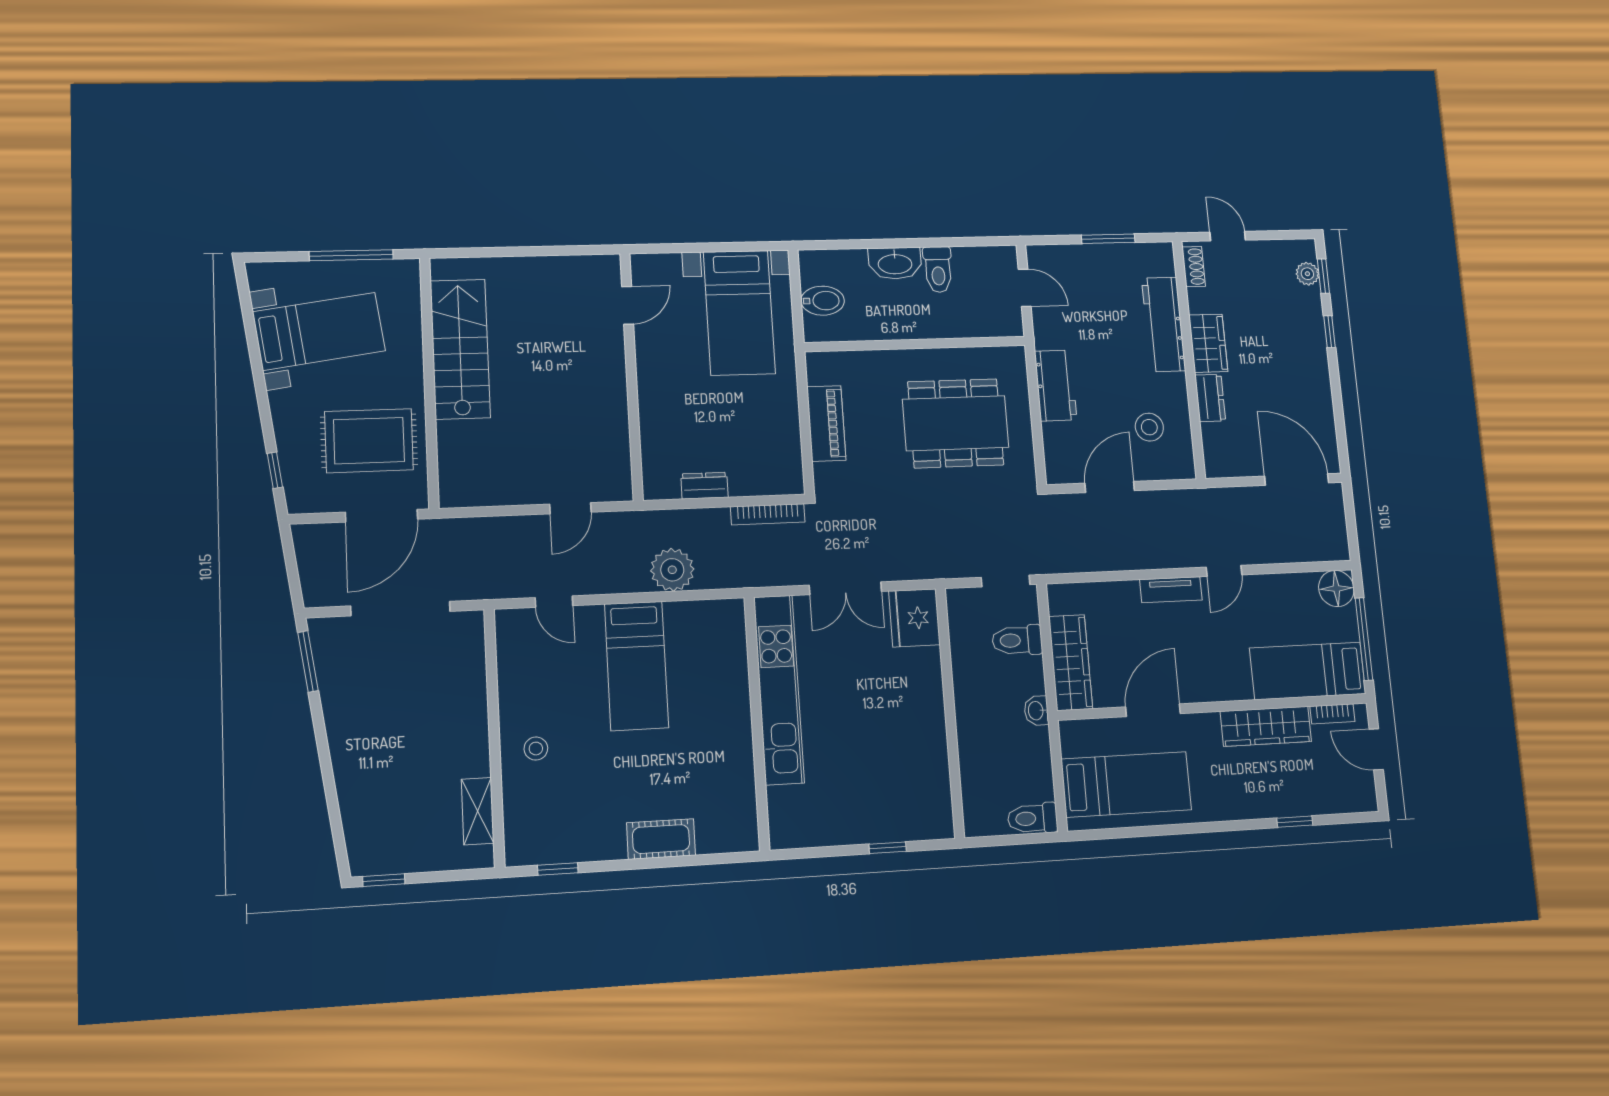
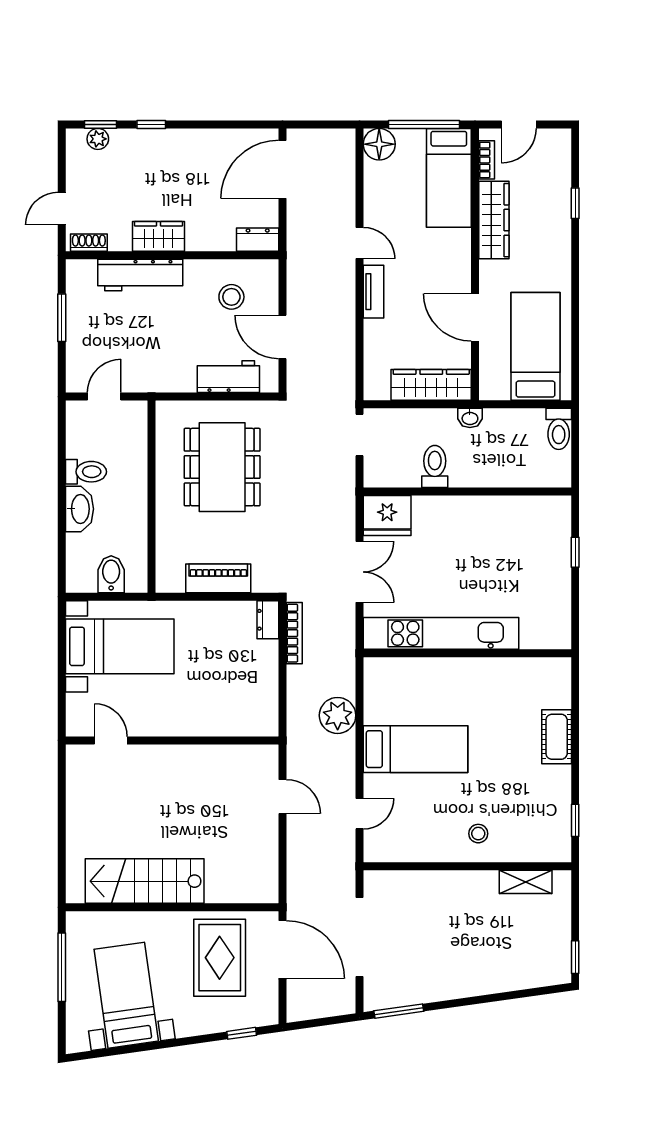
workbench: (1056, 385) -> (228, 377), moved
dresser: (1210, 398) -> (258, 240), moved
dresser: (704, 486) -> (268, 620), moved
toilet: (1017, 640) -> (435, 466), moved, turned 180

